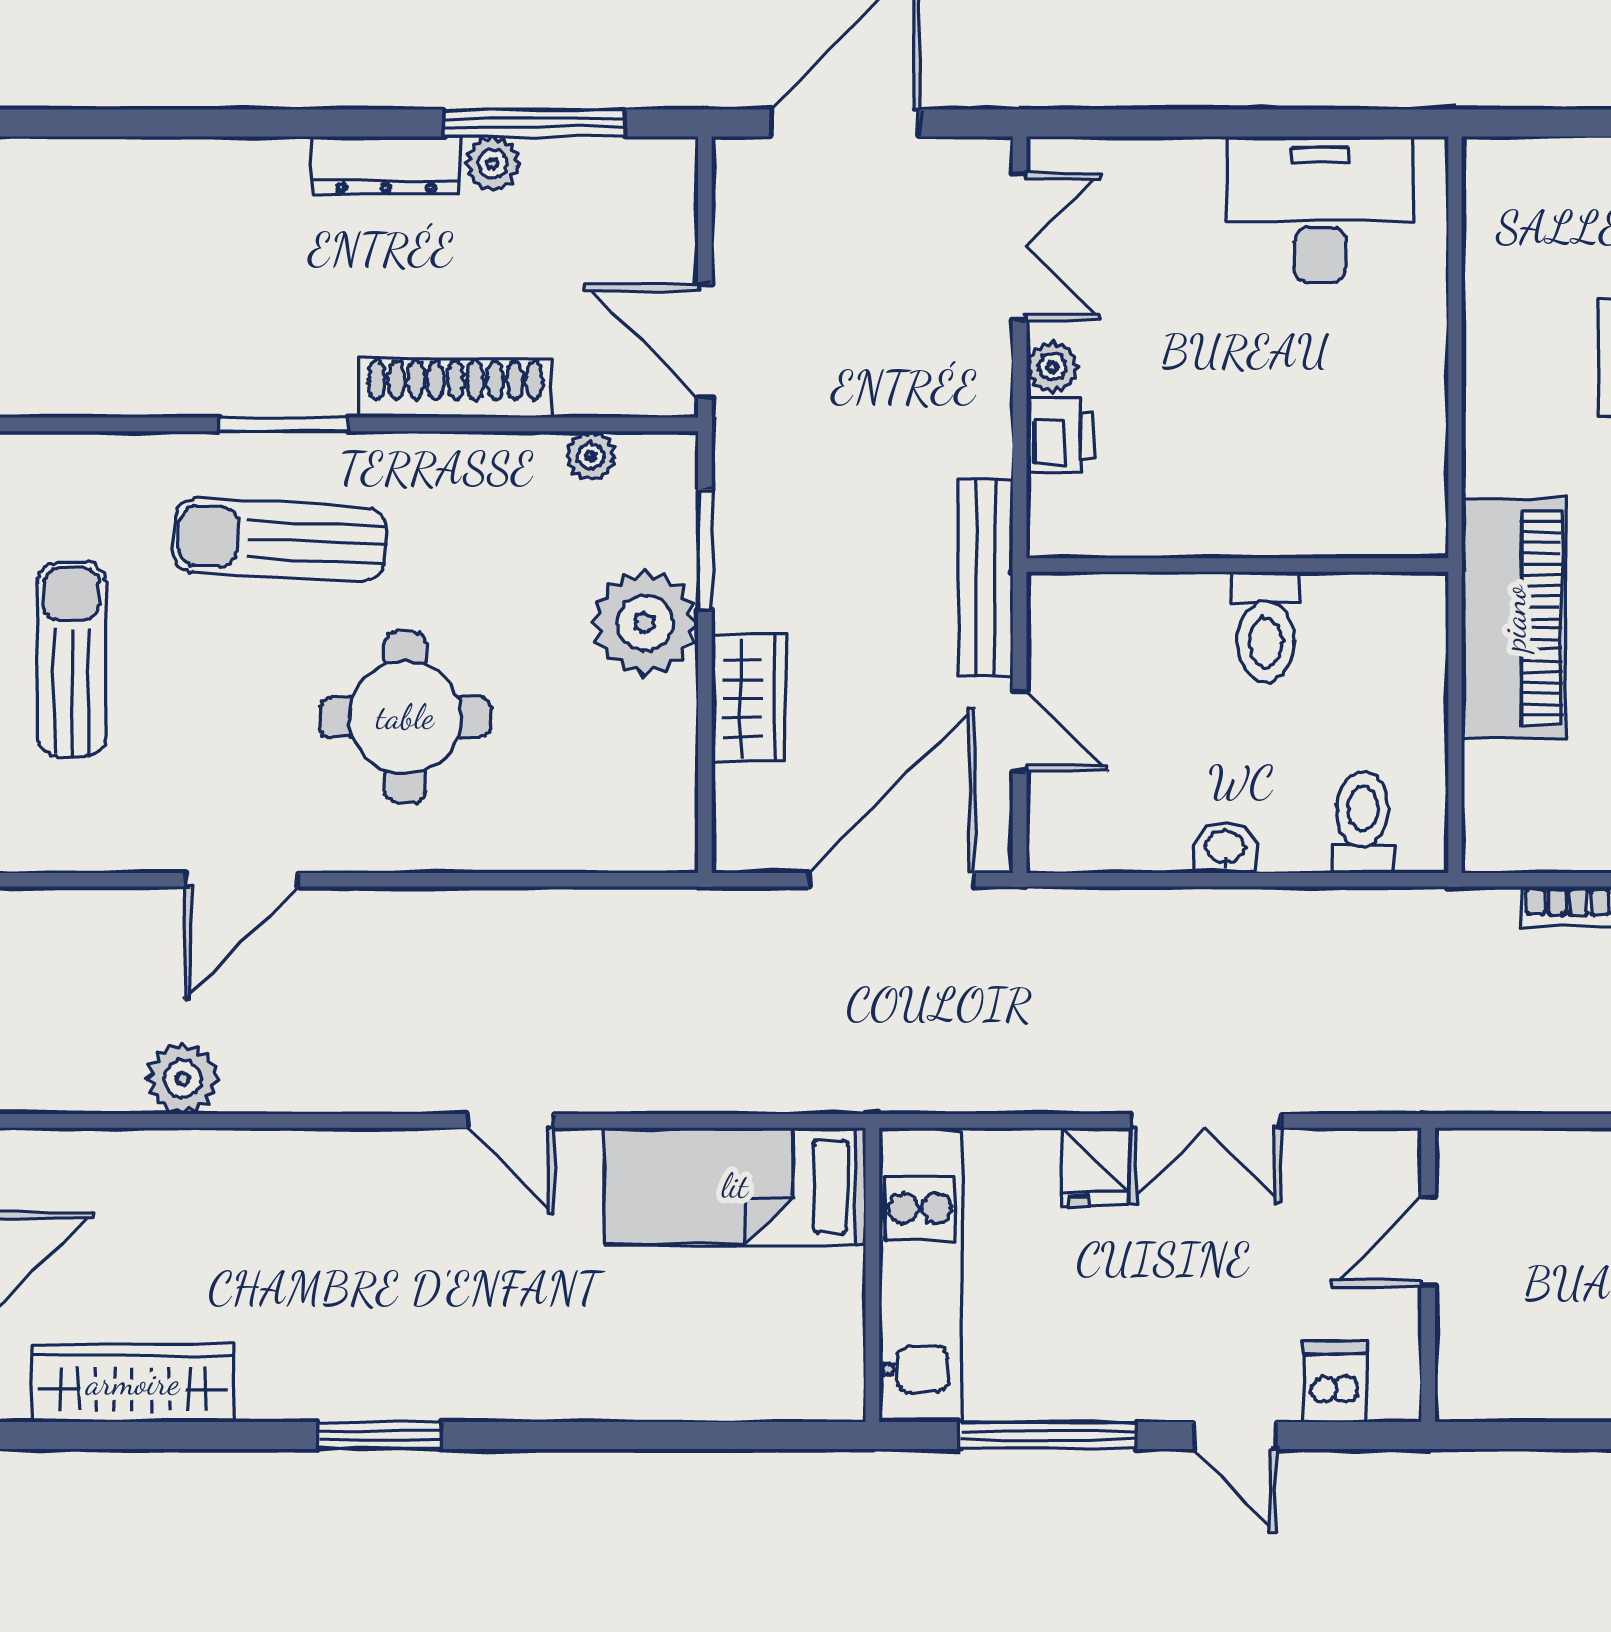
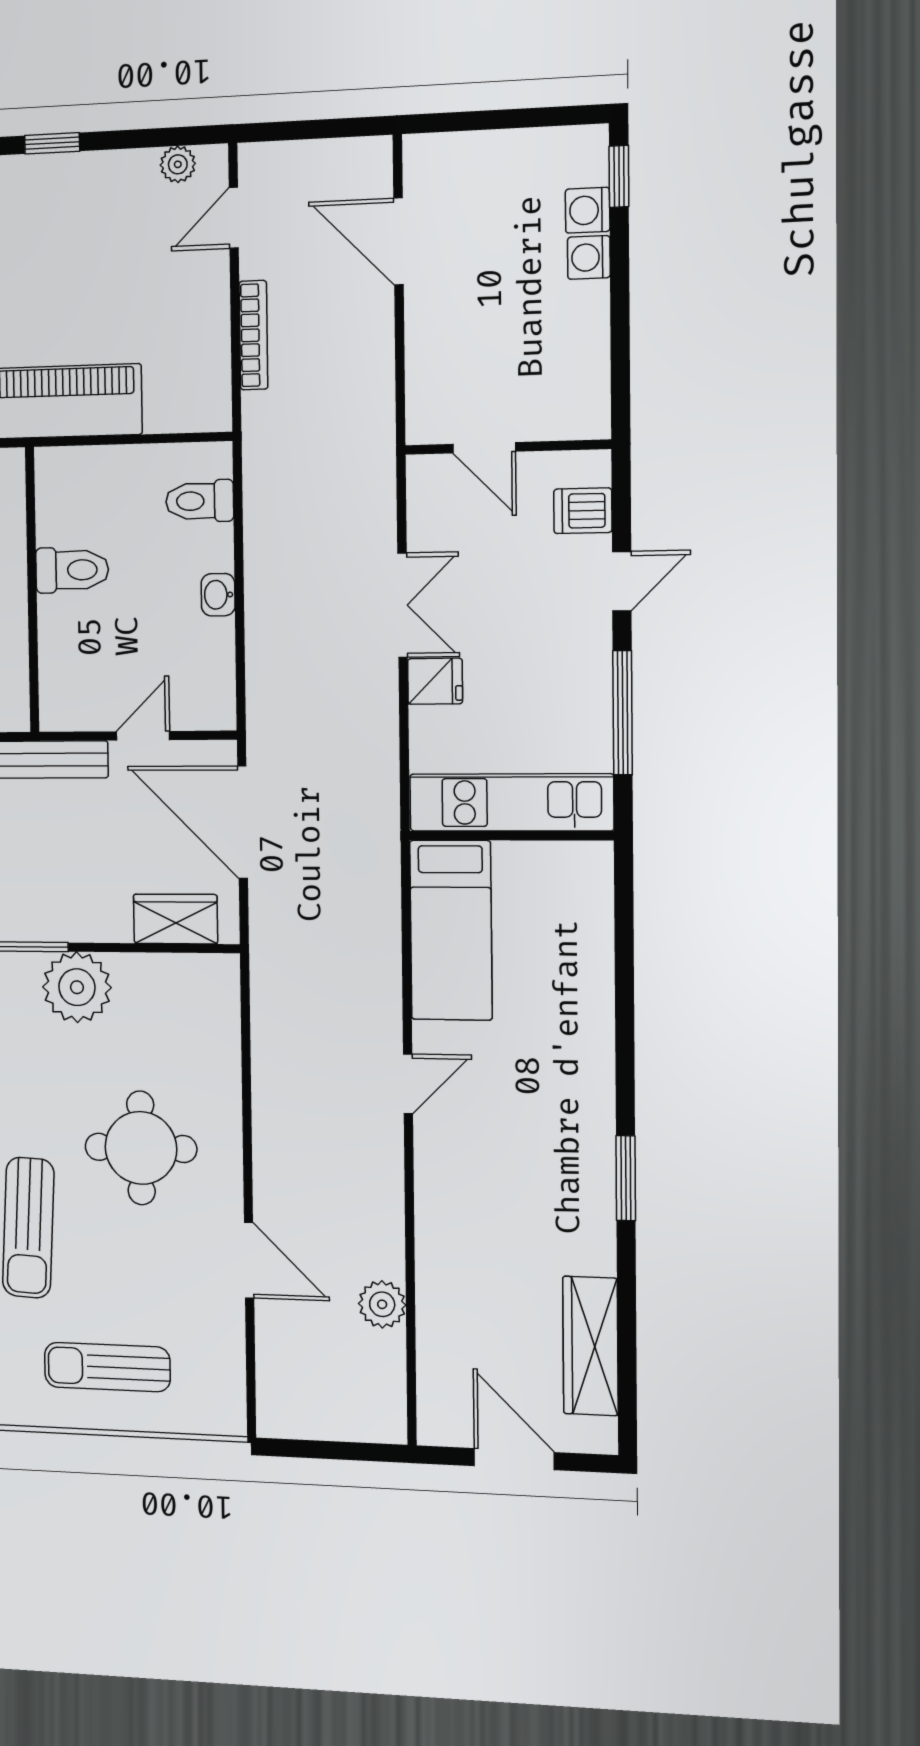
wardrobe: (748, 698) -> (176, 919), moved

